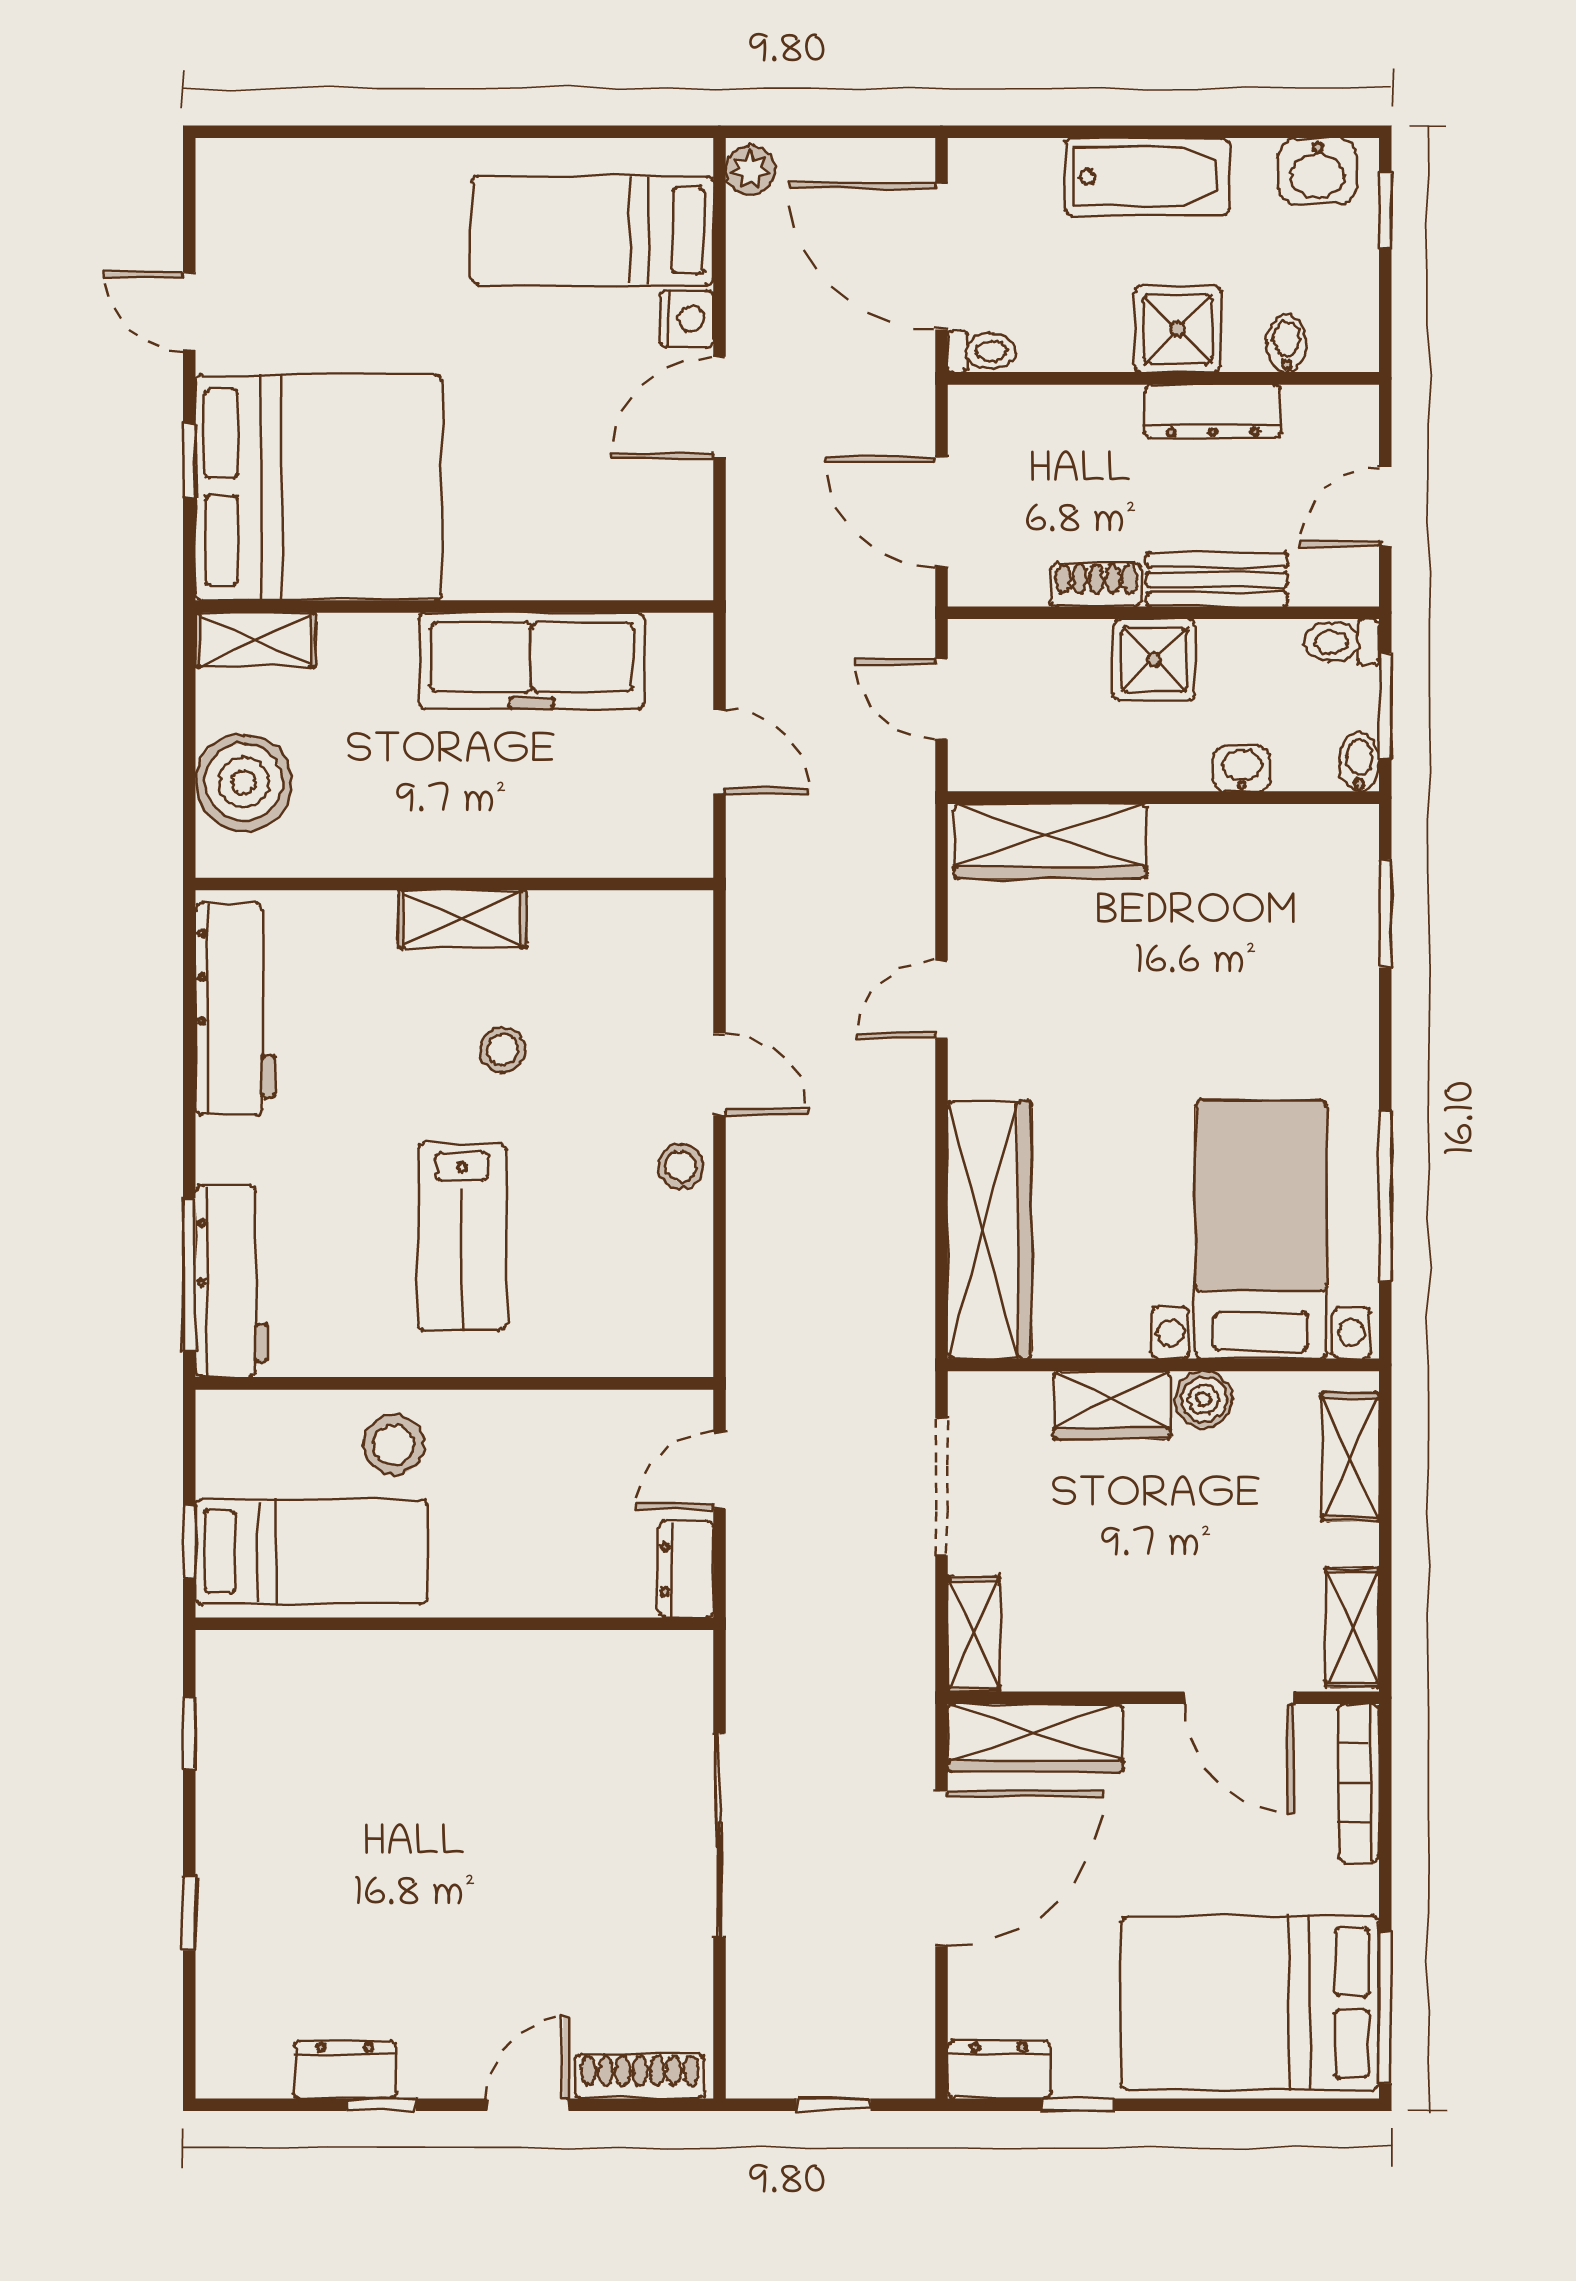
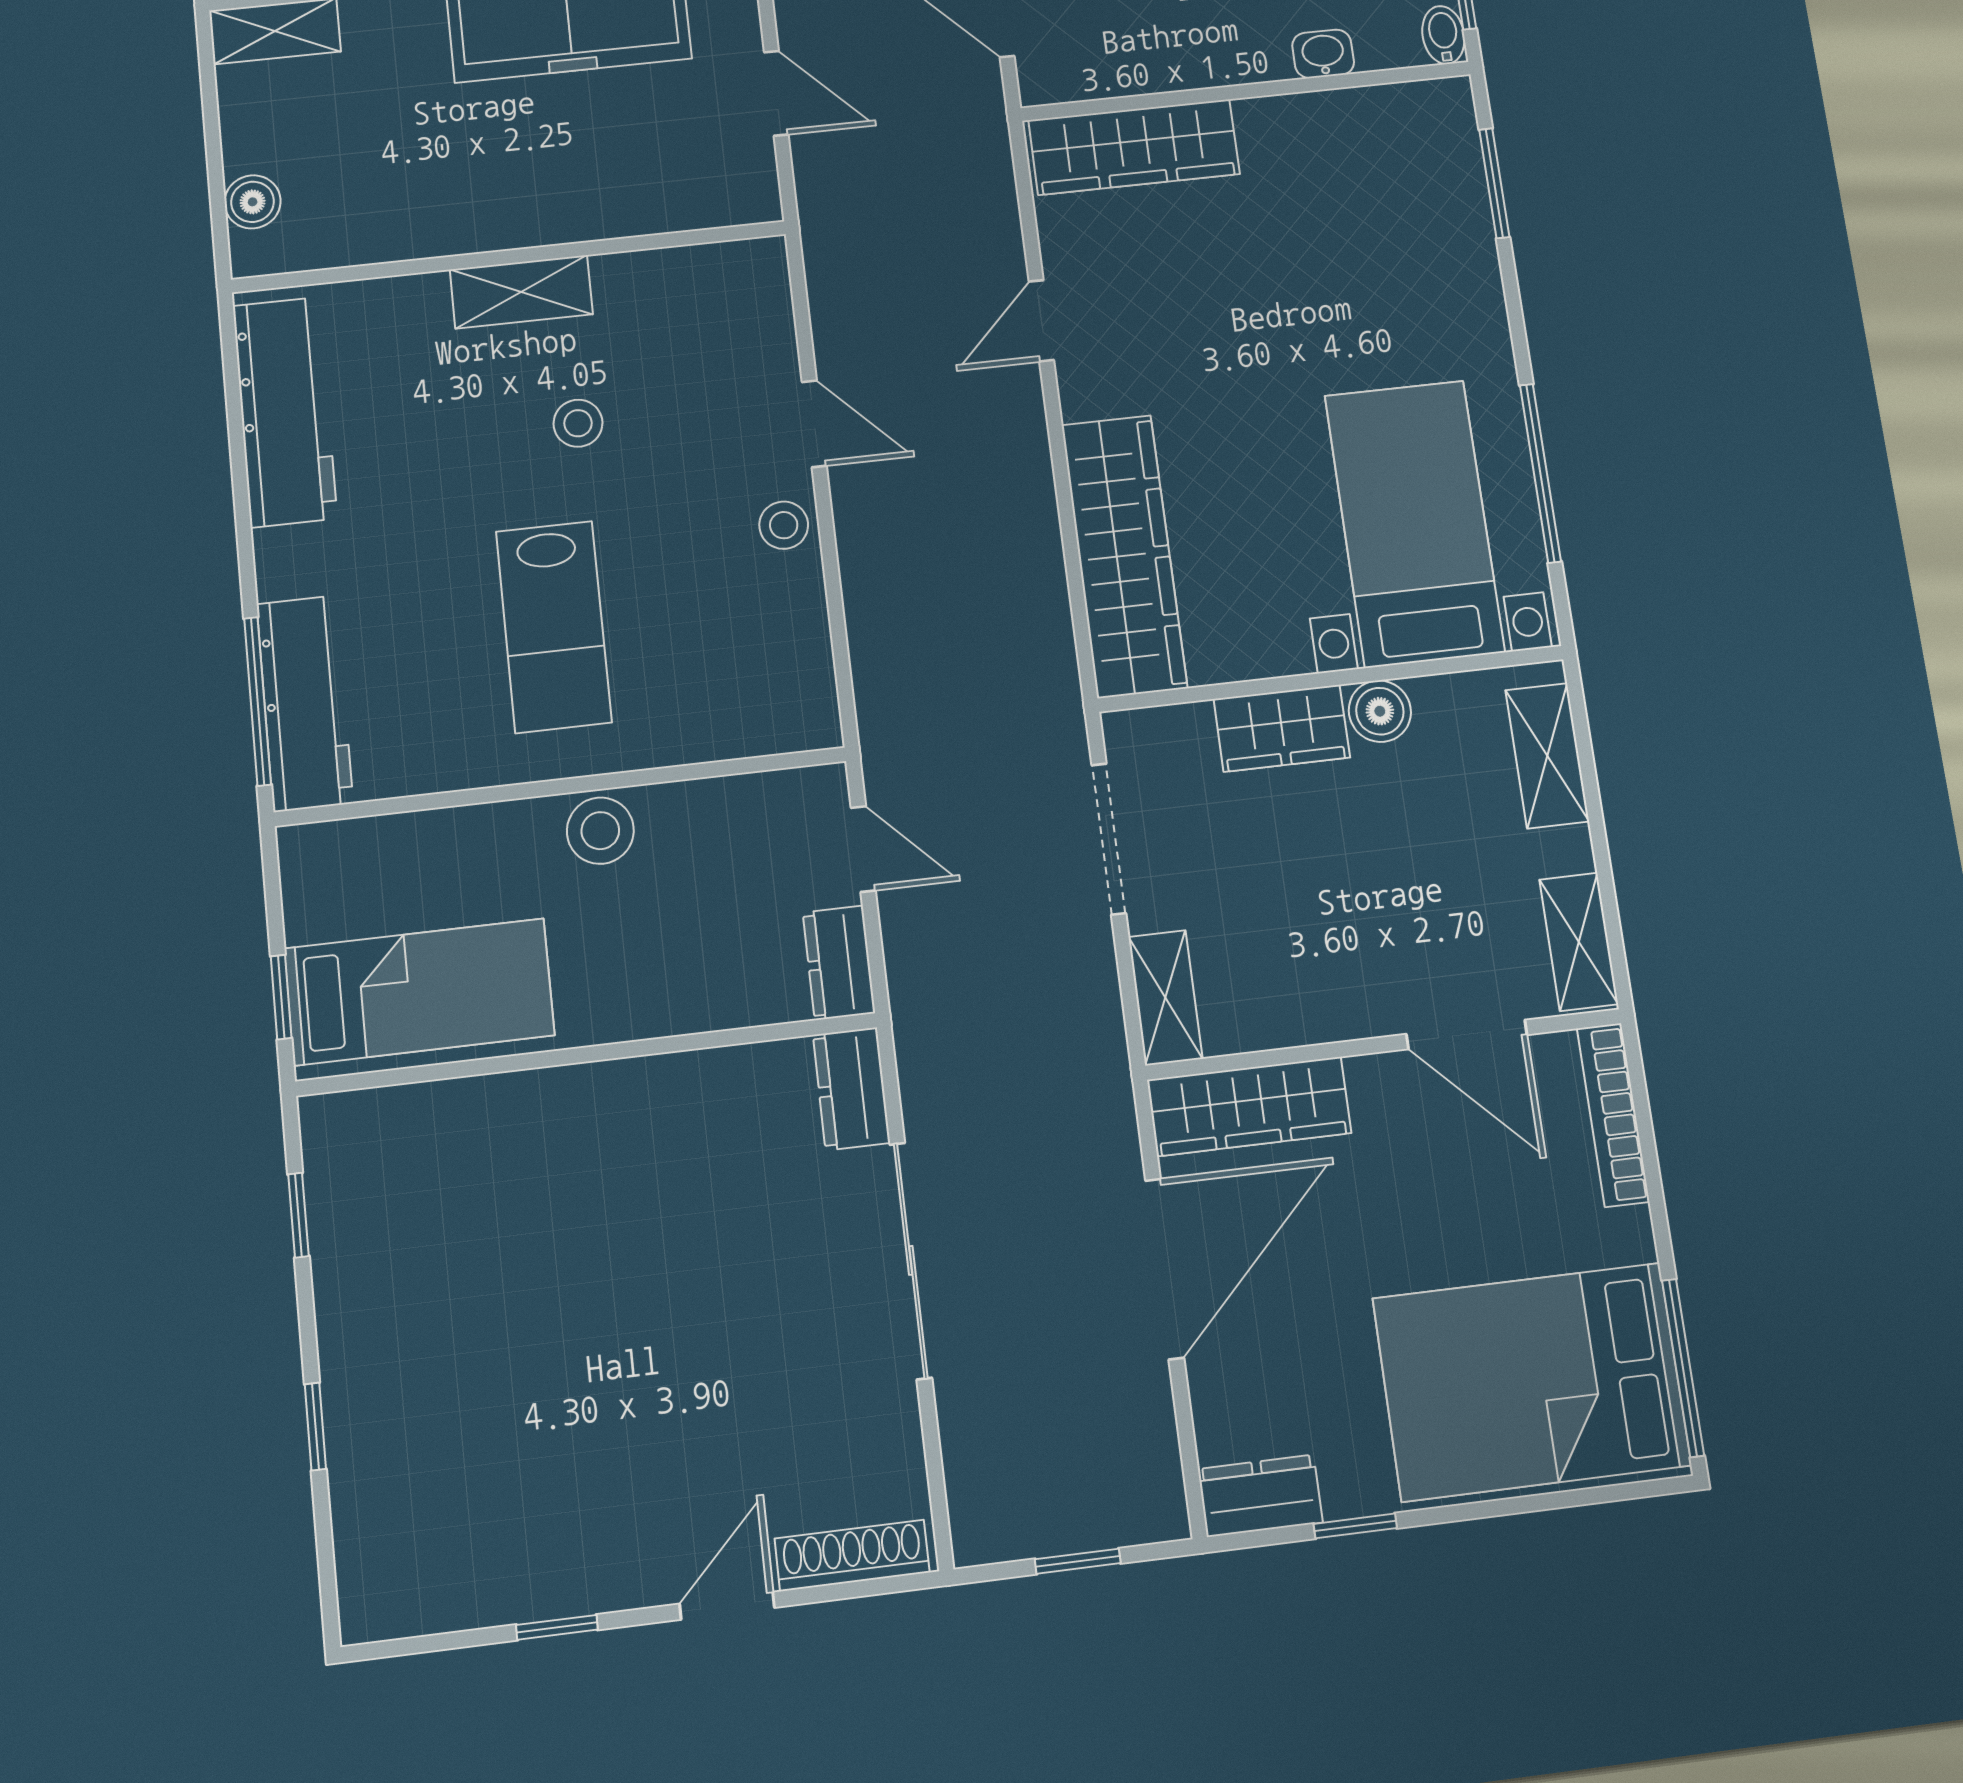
boiler: (244, 782) -> (253, 202), width x0.54, depth x0.54
stool: (394, 1445) -> (600, 831), moved
door: (719, 1471) -> (863, 849), swing flipped
dresser: (345, 2070) -> (851, 1089), moved, turned -90

